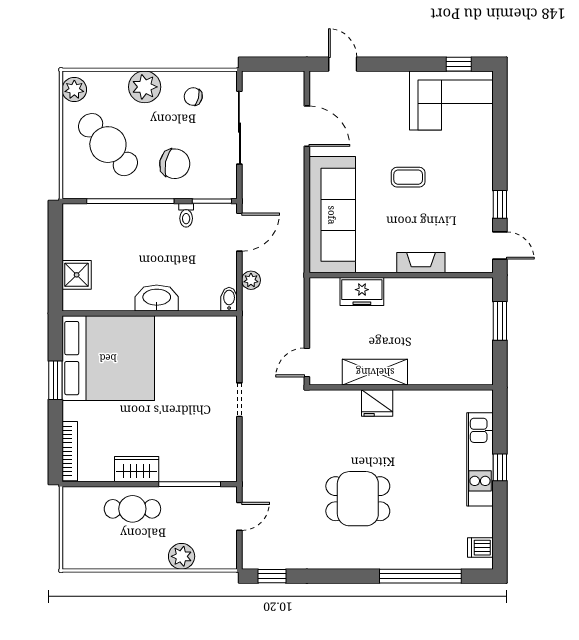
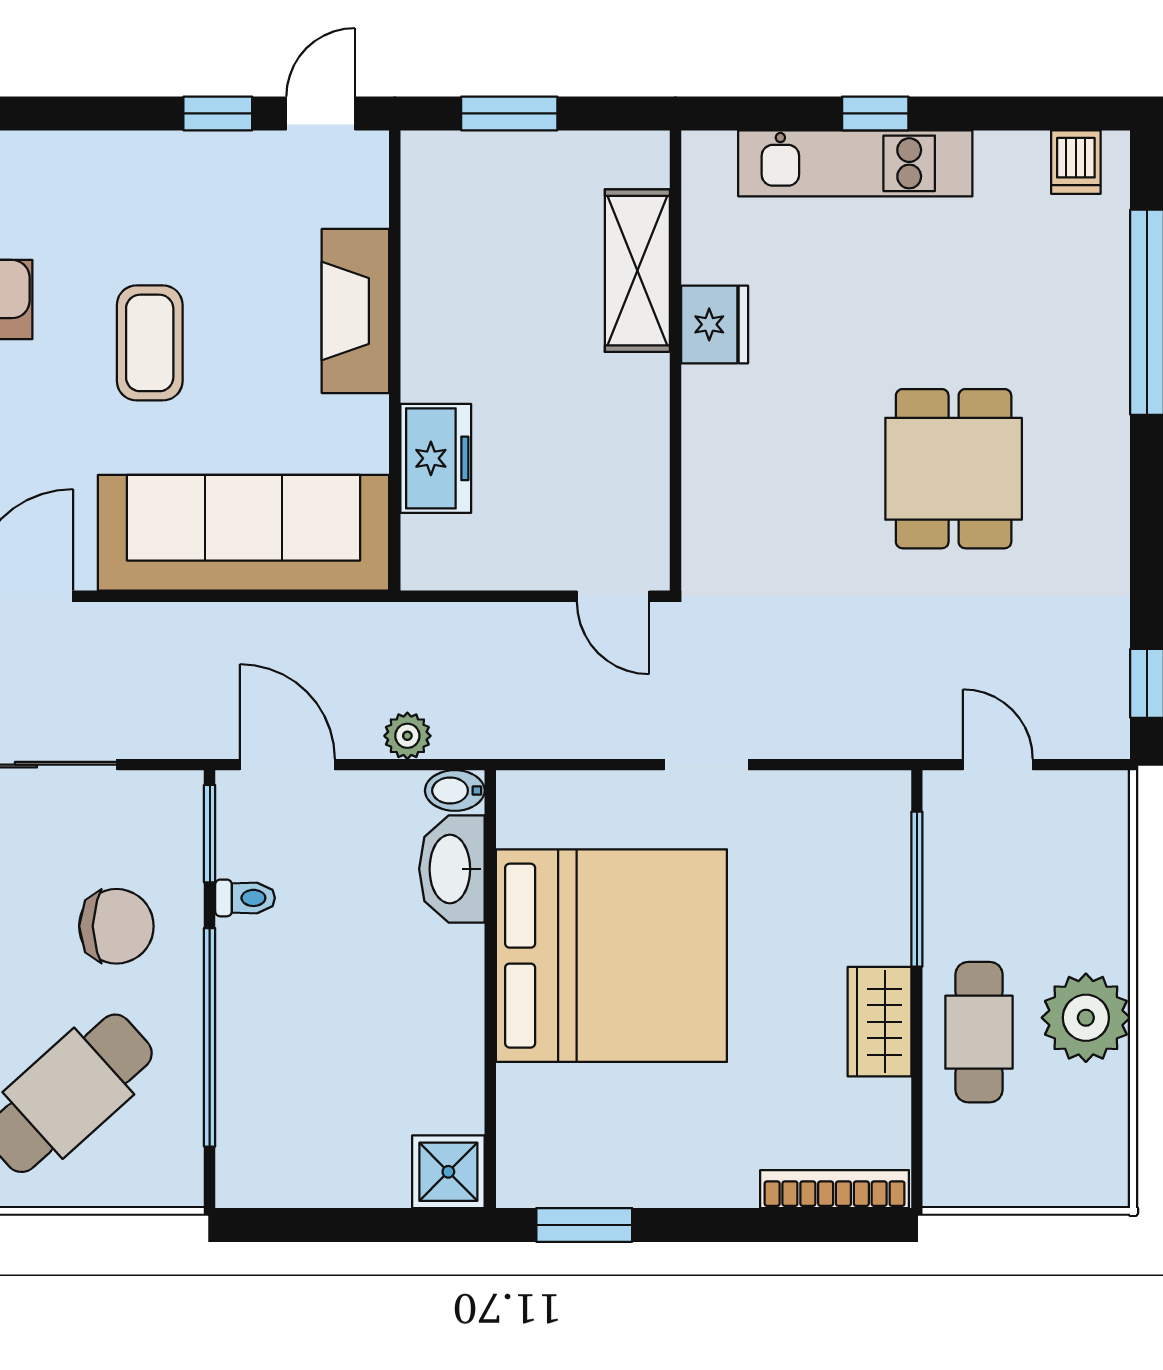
chair: (175, 164) -> (116, 926), turned 78
coffee table: (408, 177) -> (150, 343), width x1.36, depth x1.30
fireplace: (421, 263) -> (355, 311), width x1.37, depth x1.32
shower: (77, 275) -> (448, 1172), moved
washbasin: (157, 298) -> (452, 869), moved
bed: (108, 358) -> (611, 956), moved, turned 90
shelving: (375, 372) -> (637, 271), moved
window: (55, 380) -> (584, 1225), moved
fridge: (377, 403) -> (715, 324), moved
plant: (182, 556) -> (1086, 1018), moved, width x1.36, depth x1.36

